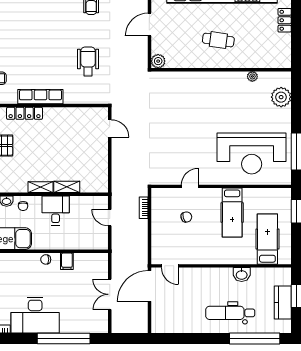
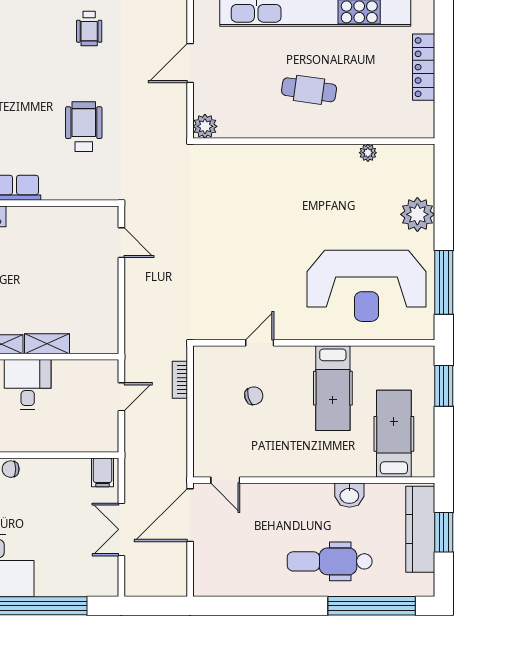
locker: (285, 20) -> (424, 67), width x1.53
plant: (281, 97) -> (417, 214), moved
door: (110, 218) -> (121, 397), swing flipped
filing cabinet: (67, 261) -> (103, 472), moved
kitchen counter: (283, 303) -> (420, 529), width x1.50

